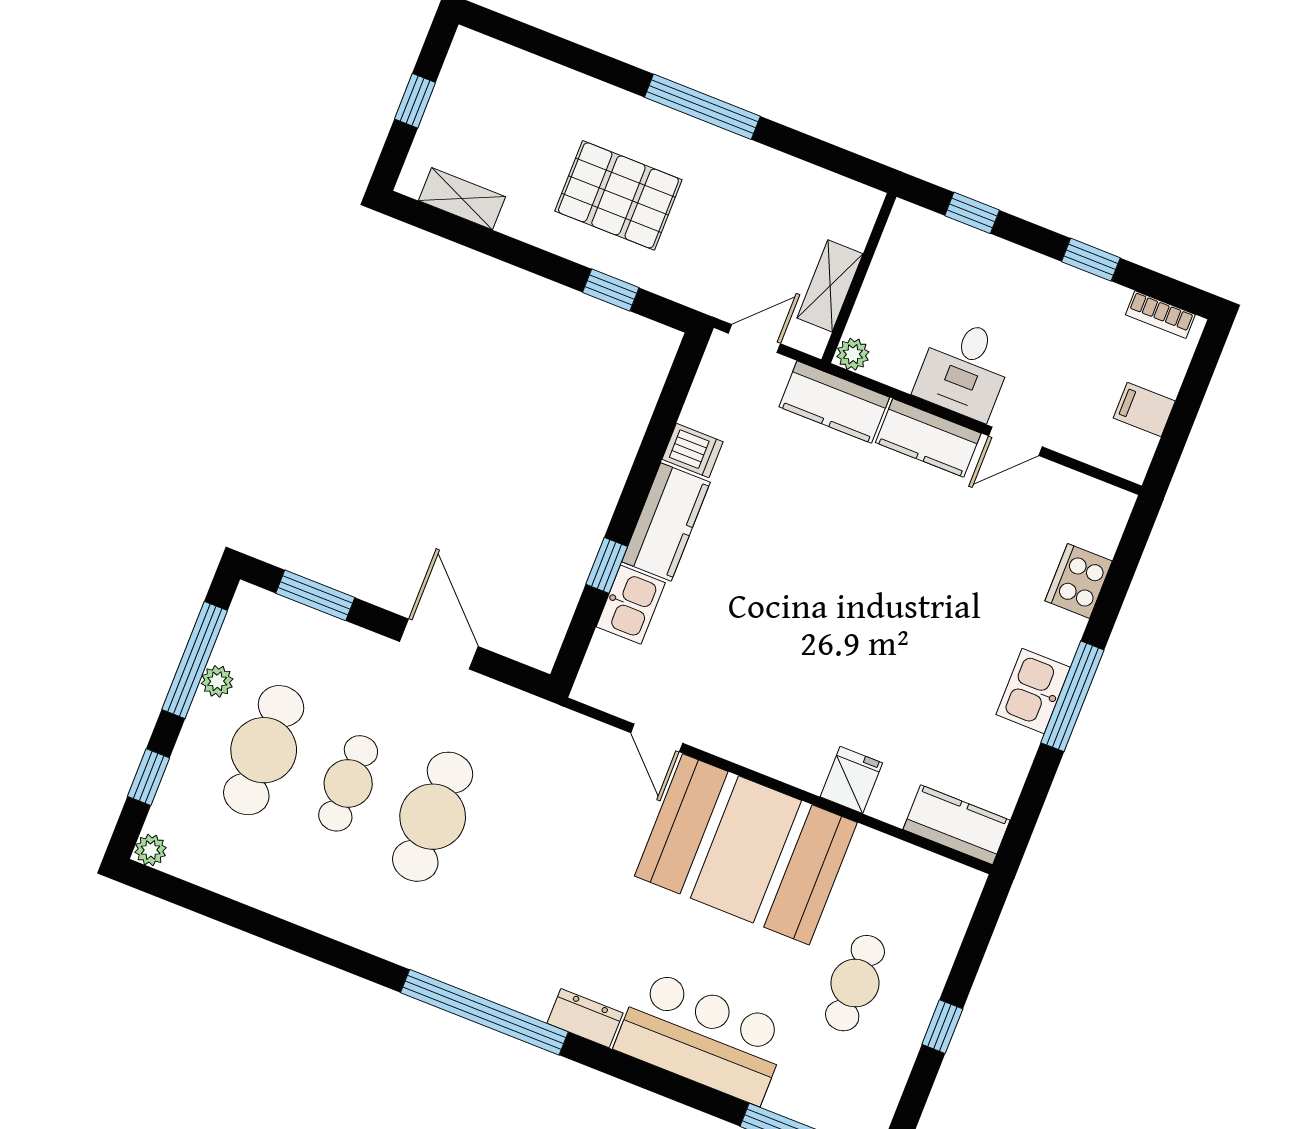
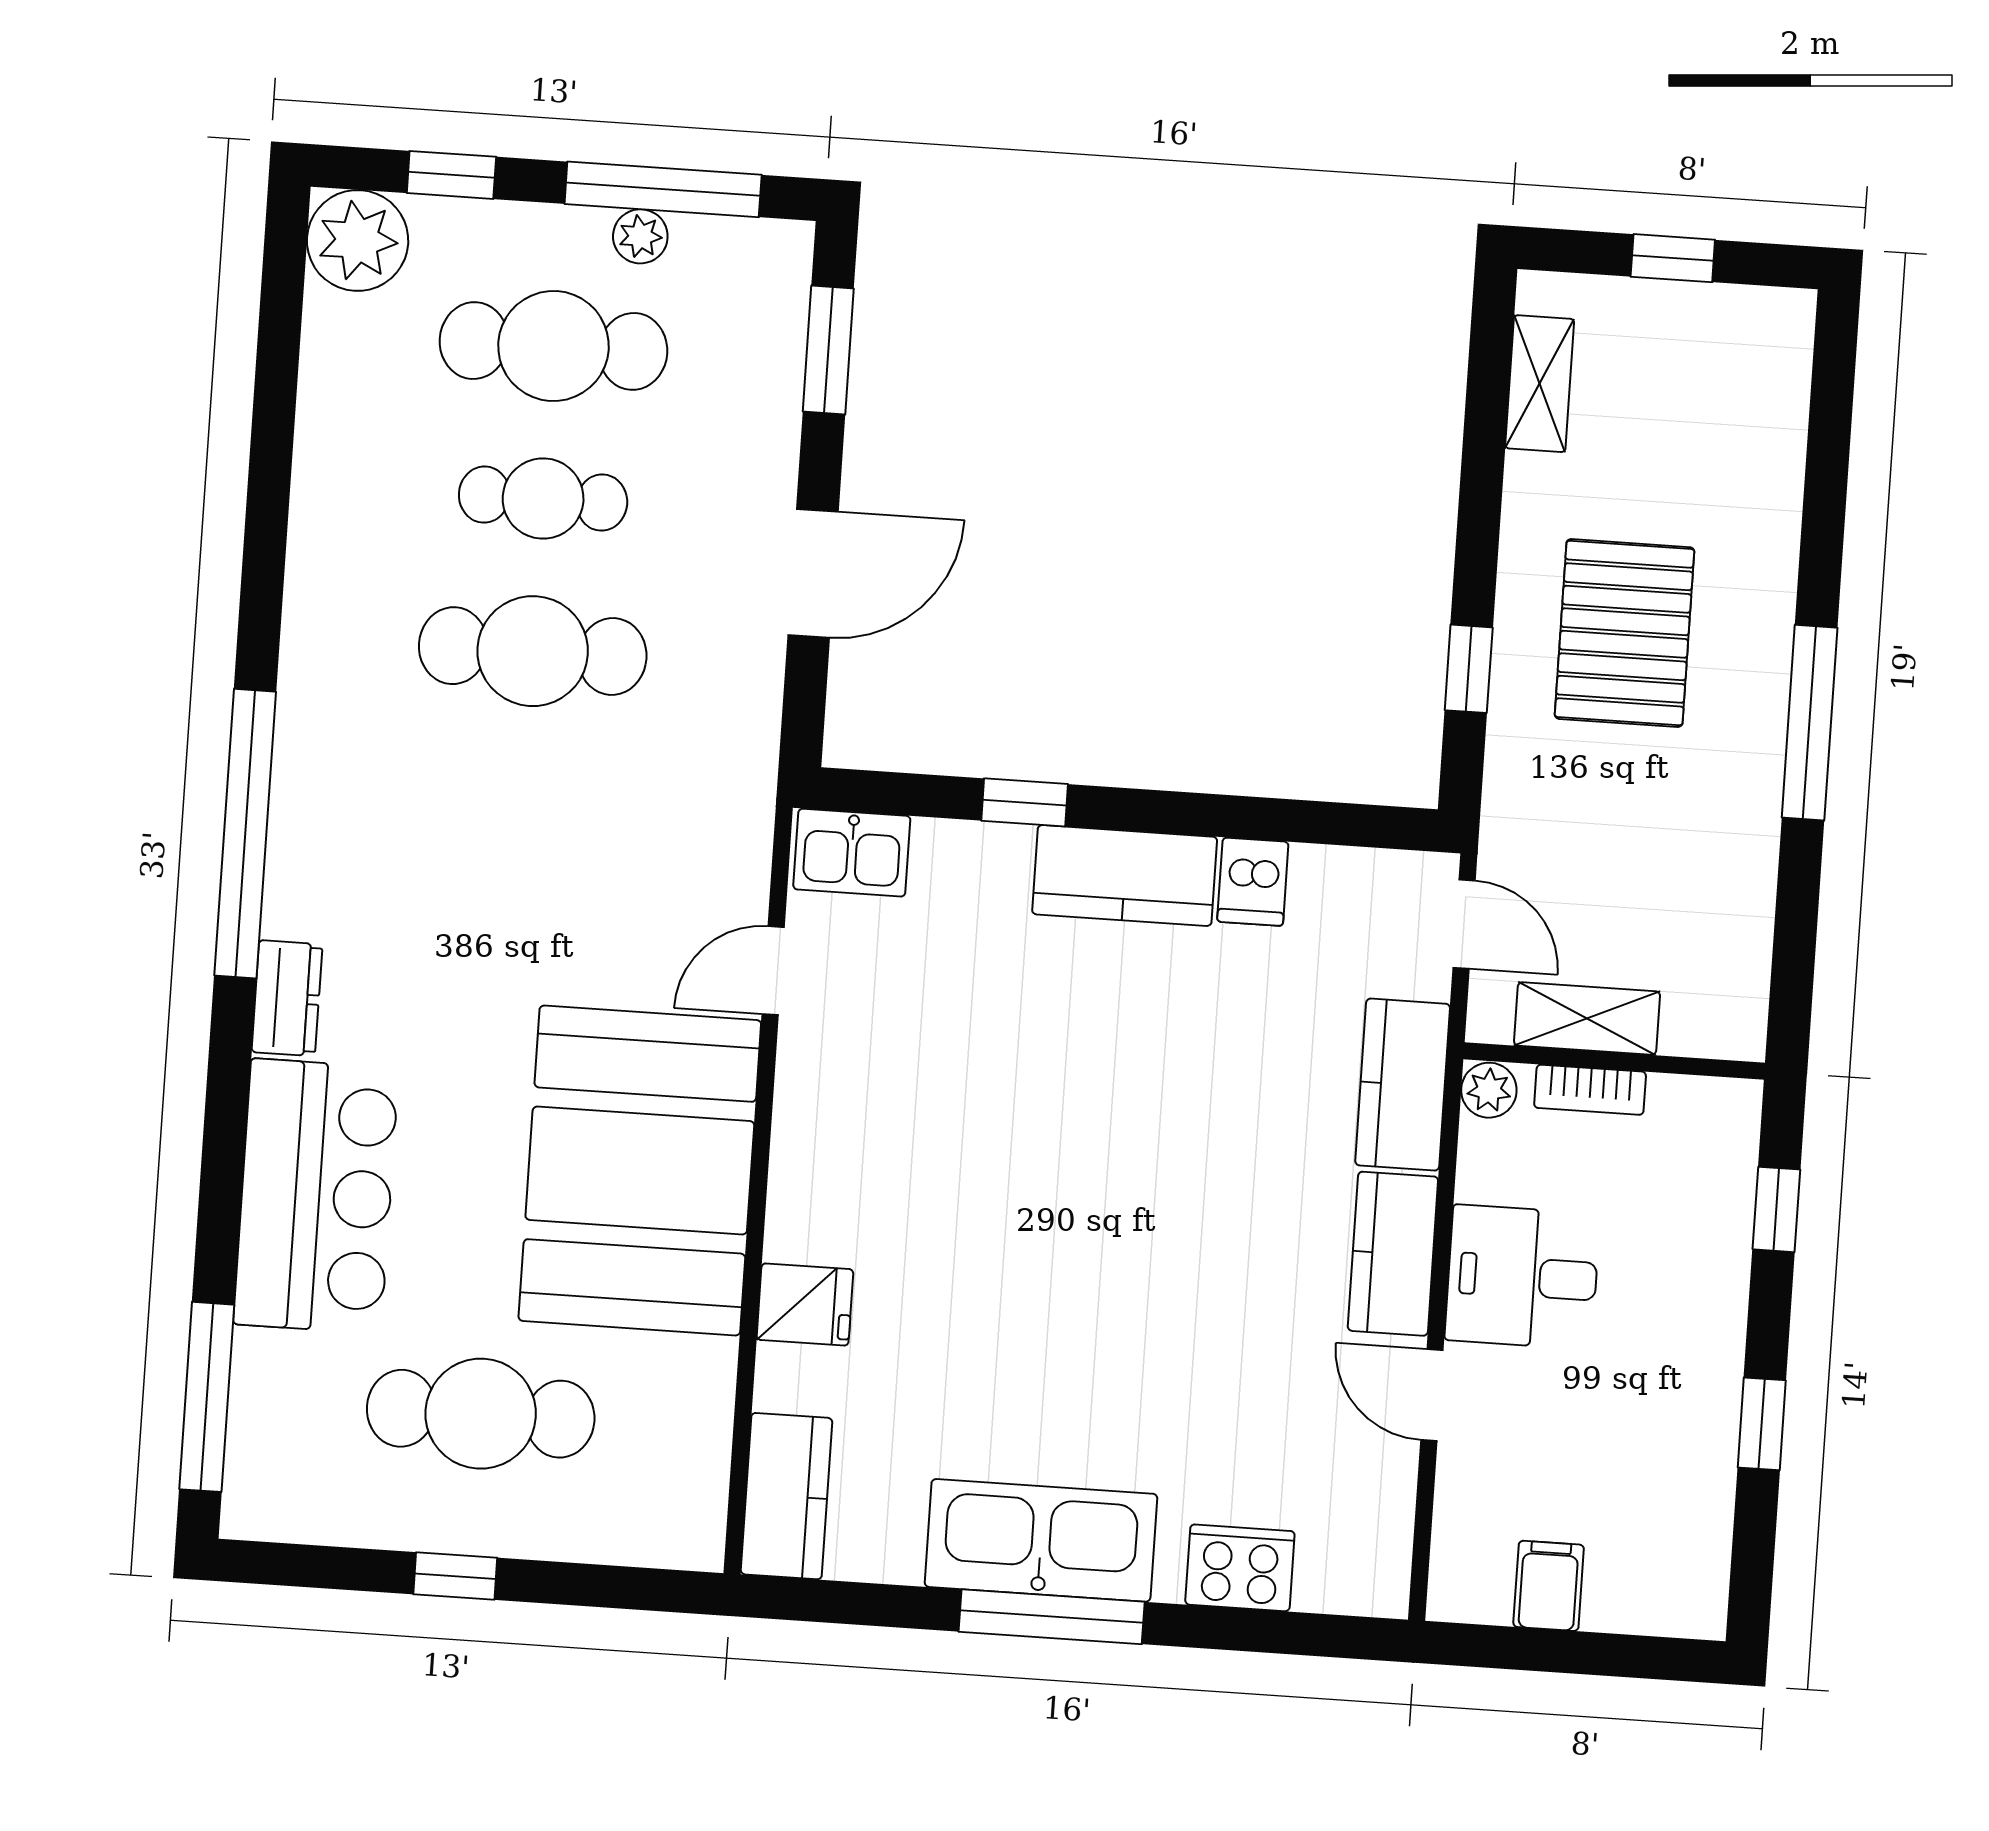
bookcase: (1160, 315) -> (1590, 1090), moved, turned -90
kitchen sink: (631, 605) -> (852, 853), moved
kitchen sink: (1033, 691) -> (1041, 1540), width x1.87, depth x1.24
plant: (151, 850) -> (358, 241), width x1.88, depth x1.88
cafe table: (855, 983) -> (481, 1414), width x1.37, depth x1.35

